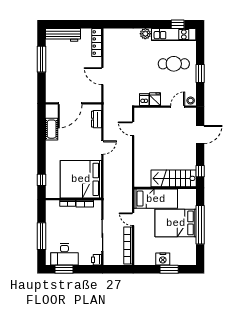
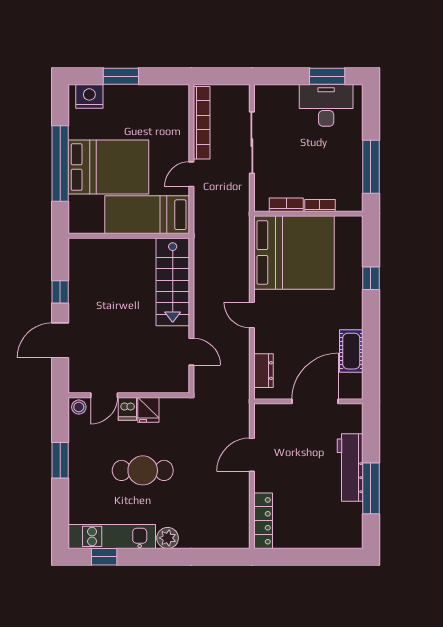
workbench: (63, 35) -> (350, 467), moved, turned -90
cafe table: (174, 64) -> (143, 470), moved
door: (102, 76) -> (252, 455), swing flipped
dishwasher: (144, 100) -> (127, 409), moved
door: (102, 147) -> (252, 315), hinge flipped
window: (200, 171) -> (60, 292), moved
stairs: (174, 178) -> (173, 282), moved, turned 90
window: (42, 180) -> (371, 278), moved
door: (133, 219) -> (191, 174), swing flipped
window: (42, 236) -> (371, 167), moved
nightstand: (163, 259) -> (89, 96), moved
printer: (96, 260) -> (263, 95), removed

